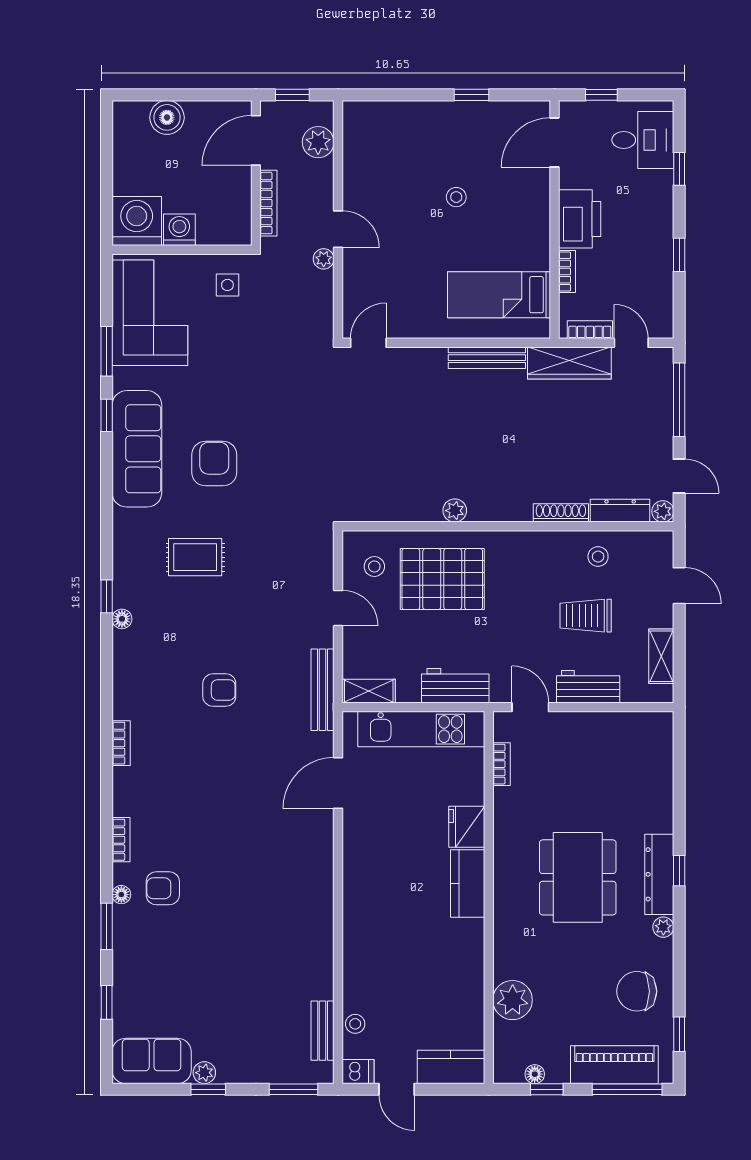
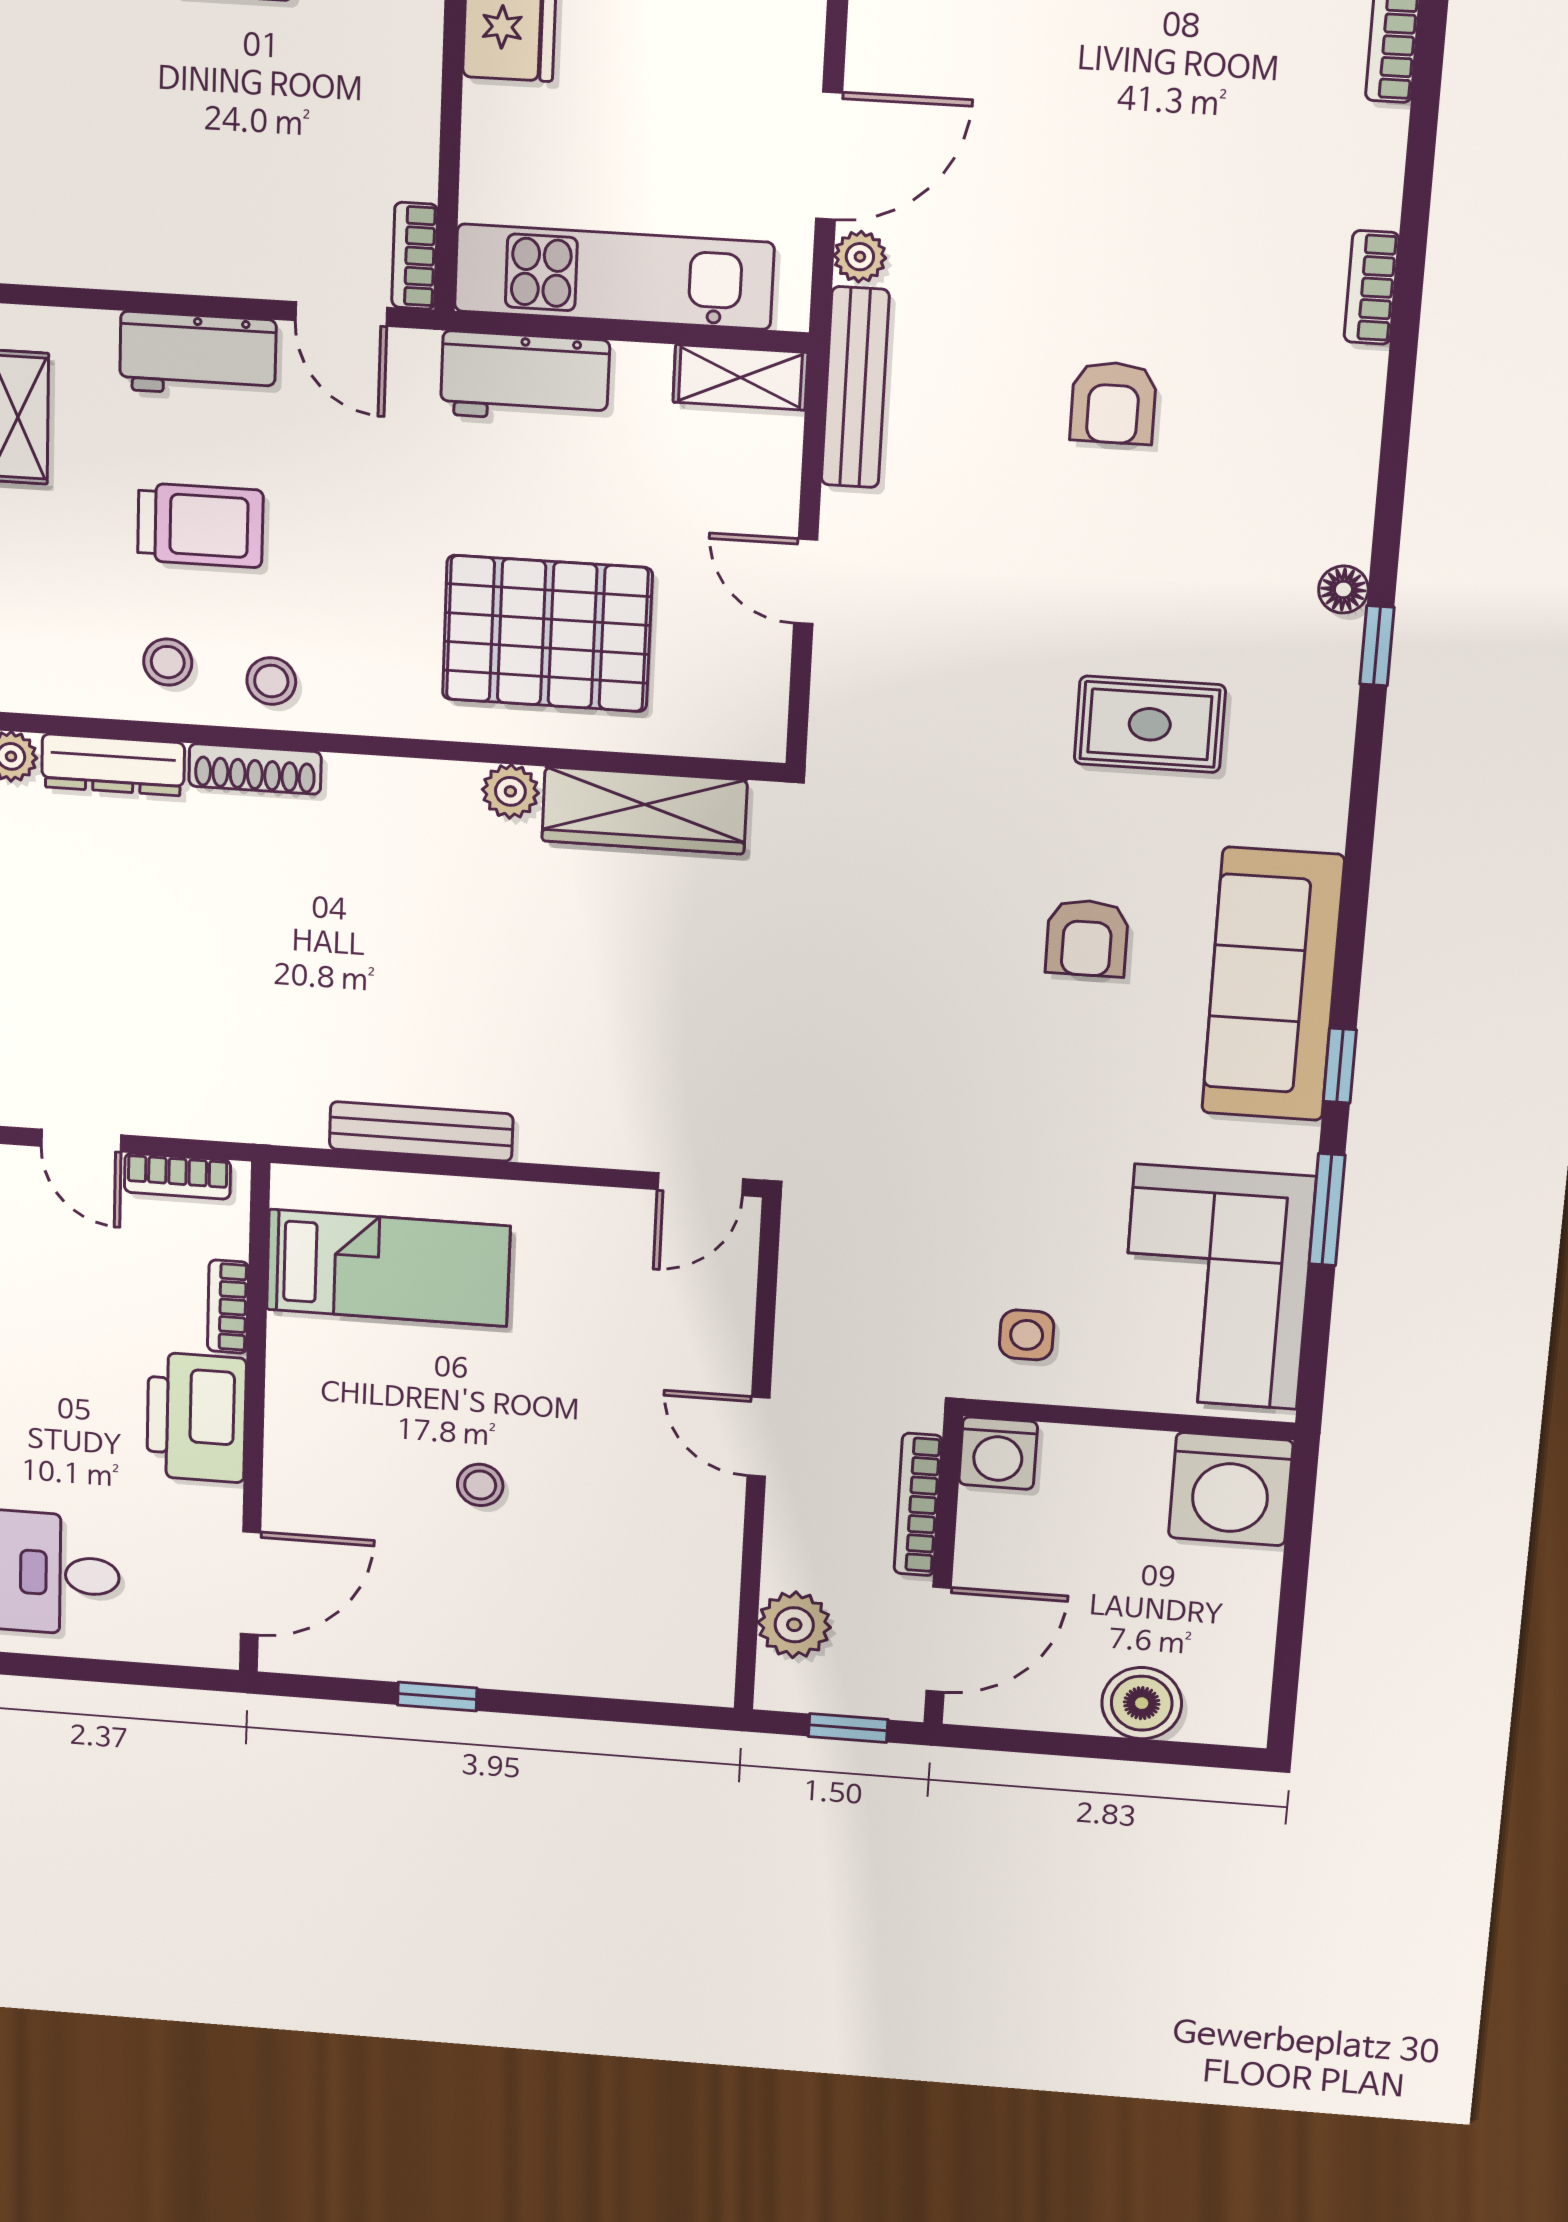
window: (601, 95) -> (141, 1674), removed
washing machine: (179, 230) -> (998, 1453), moved
plant: (324, 259) -> (860, 257), moved
wardrobe: (569, 363) -> (644, 810), moved, turned 180
armchair: (214, 464) -> (1087, 938), width x0.72, depth x0.72
stool: (374, 566) -> (271, 681), moved
armchair: (219, 690) -> (1113, 403), turned -90
bookcase: (501, 764) -> (415, 256), moved

